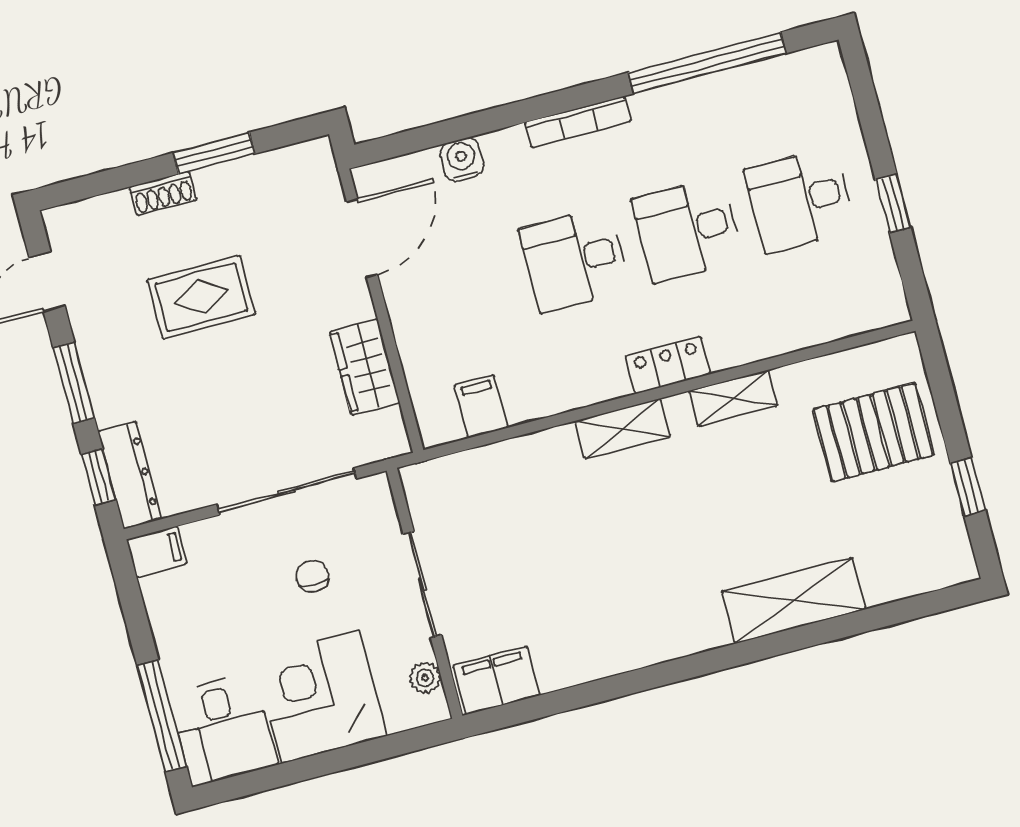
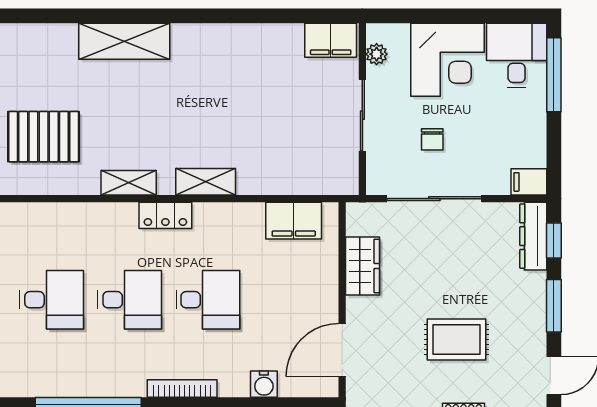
filing cabinet: (481, 406) -> (294, 221), width x2.00

